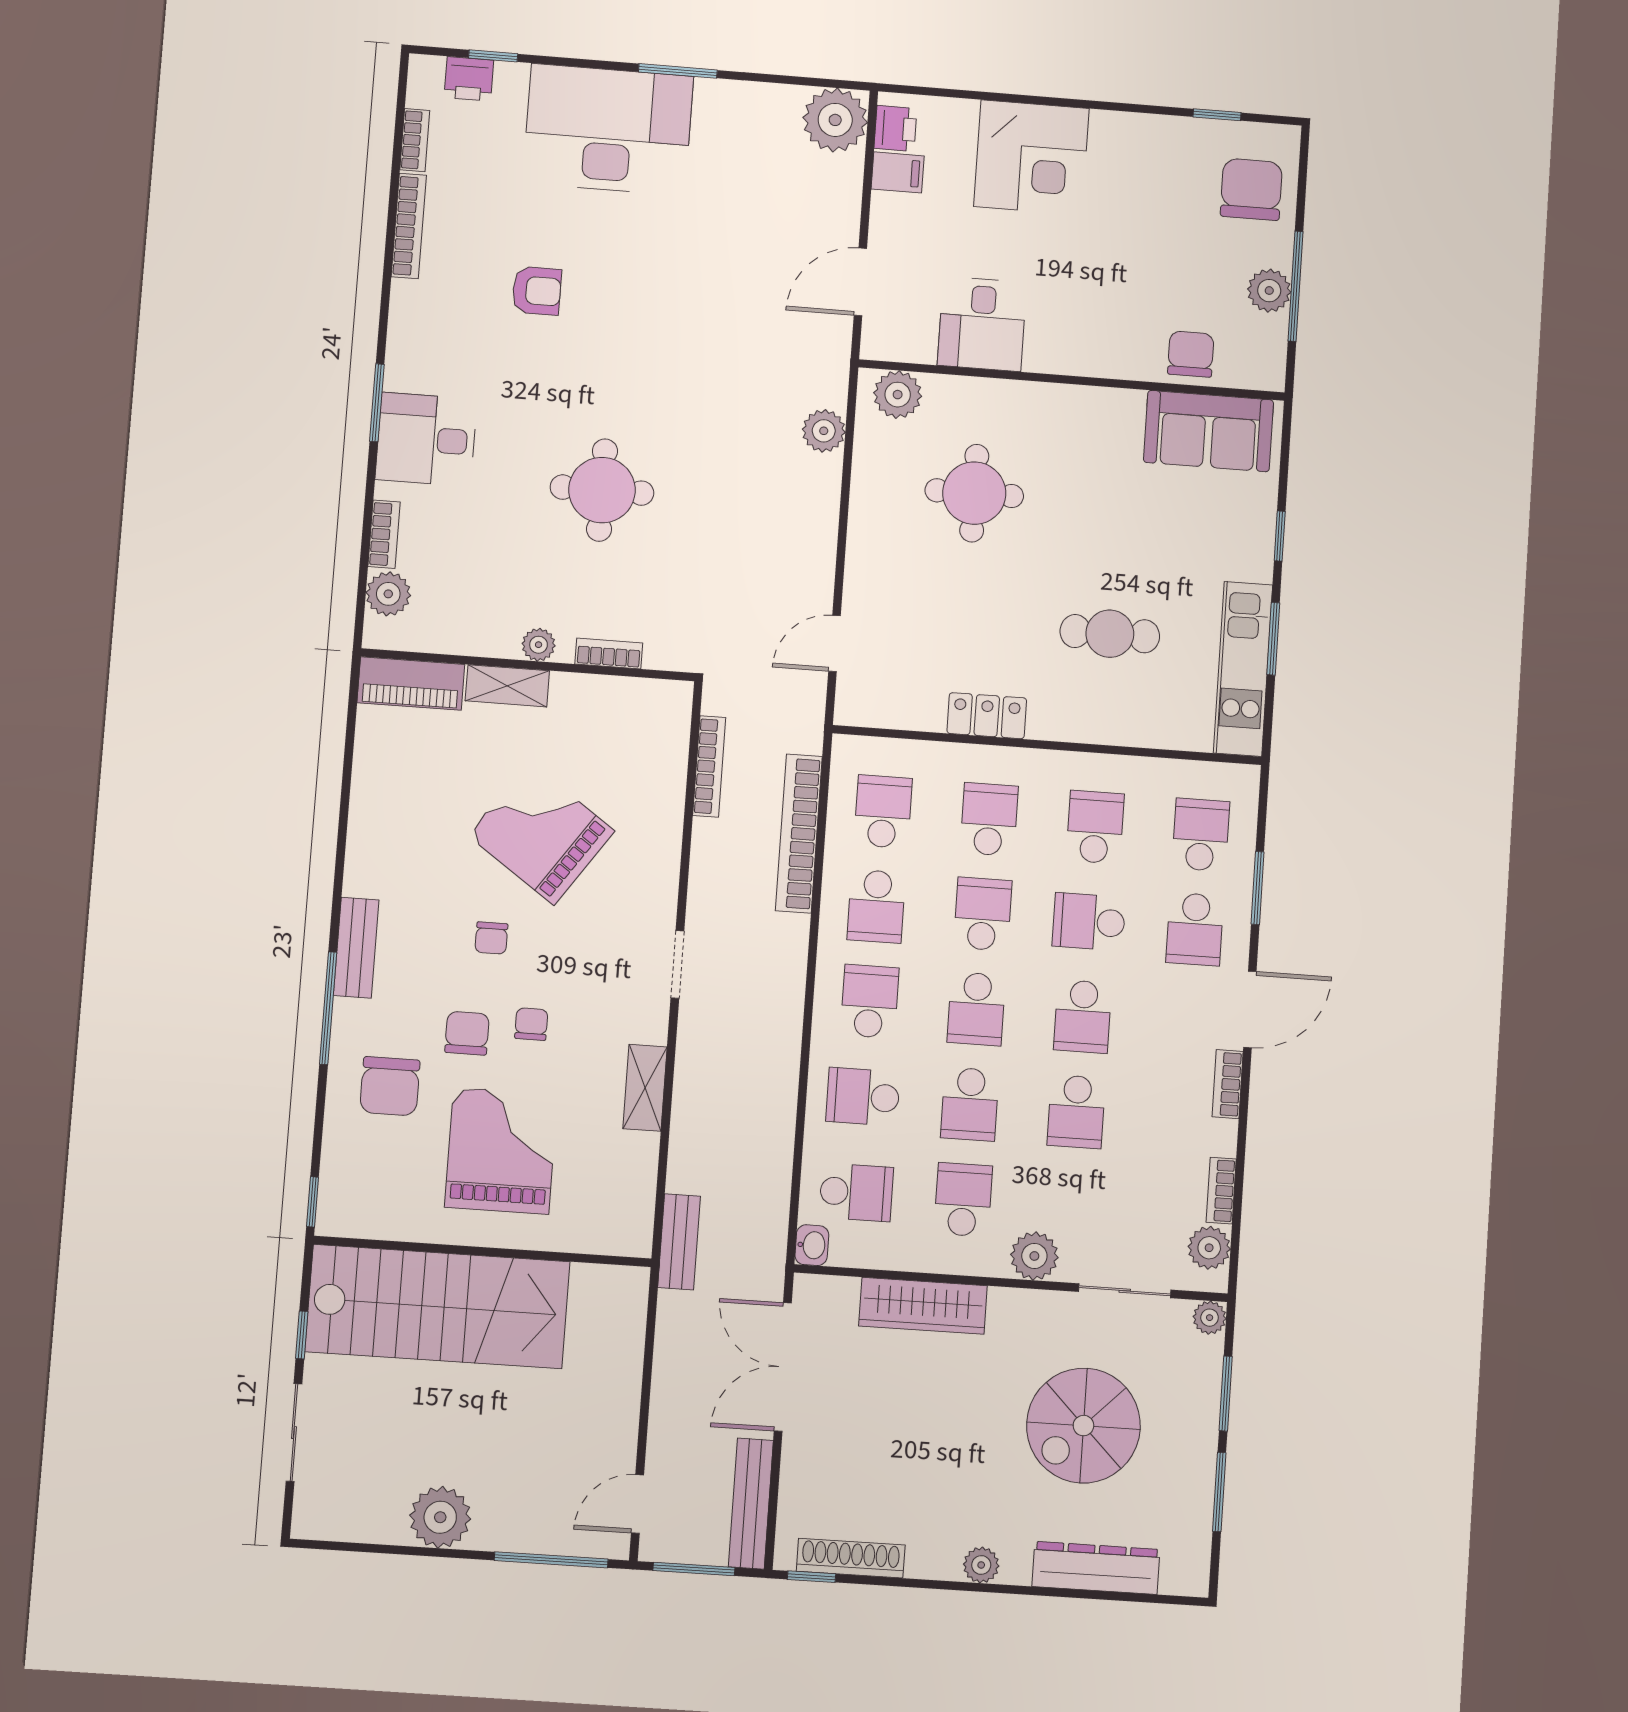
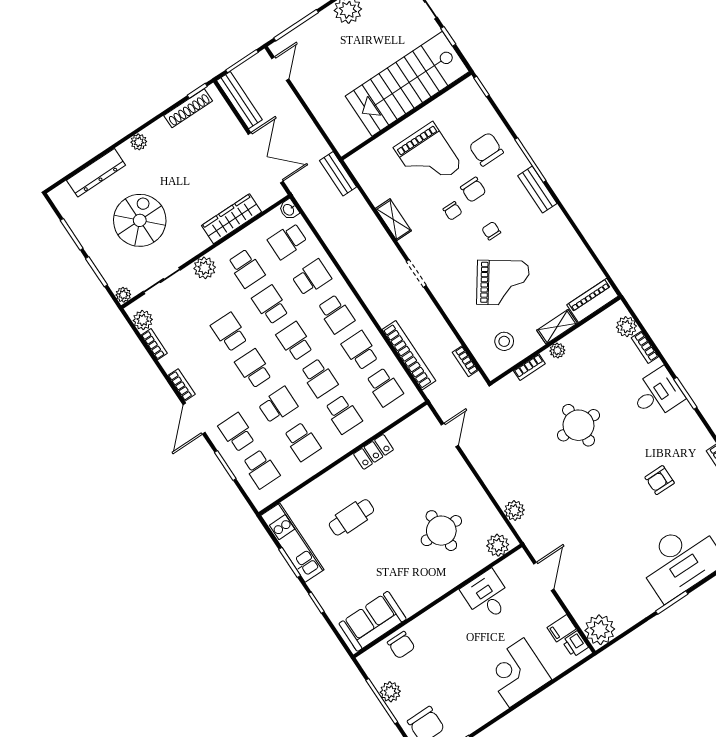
stool: (617, 731) -> (504, 341), added
bookcase: (709, 766) -> (465, 361), width x0.64

